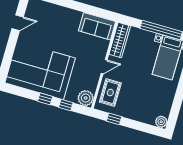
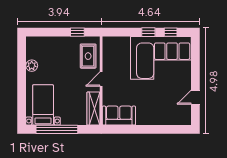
plant: (86, 98) -> (110, 44), removed
window: (66, 105) -> (171, 32), moved
plant: (161, 122) -> (32, 66), moved

